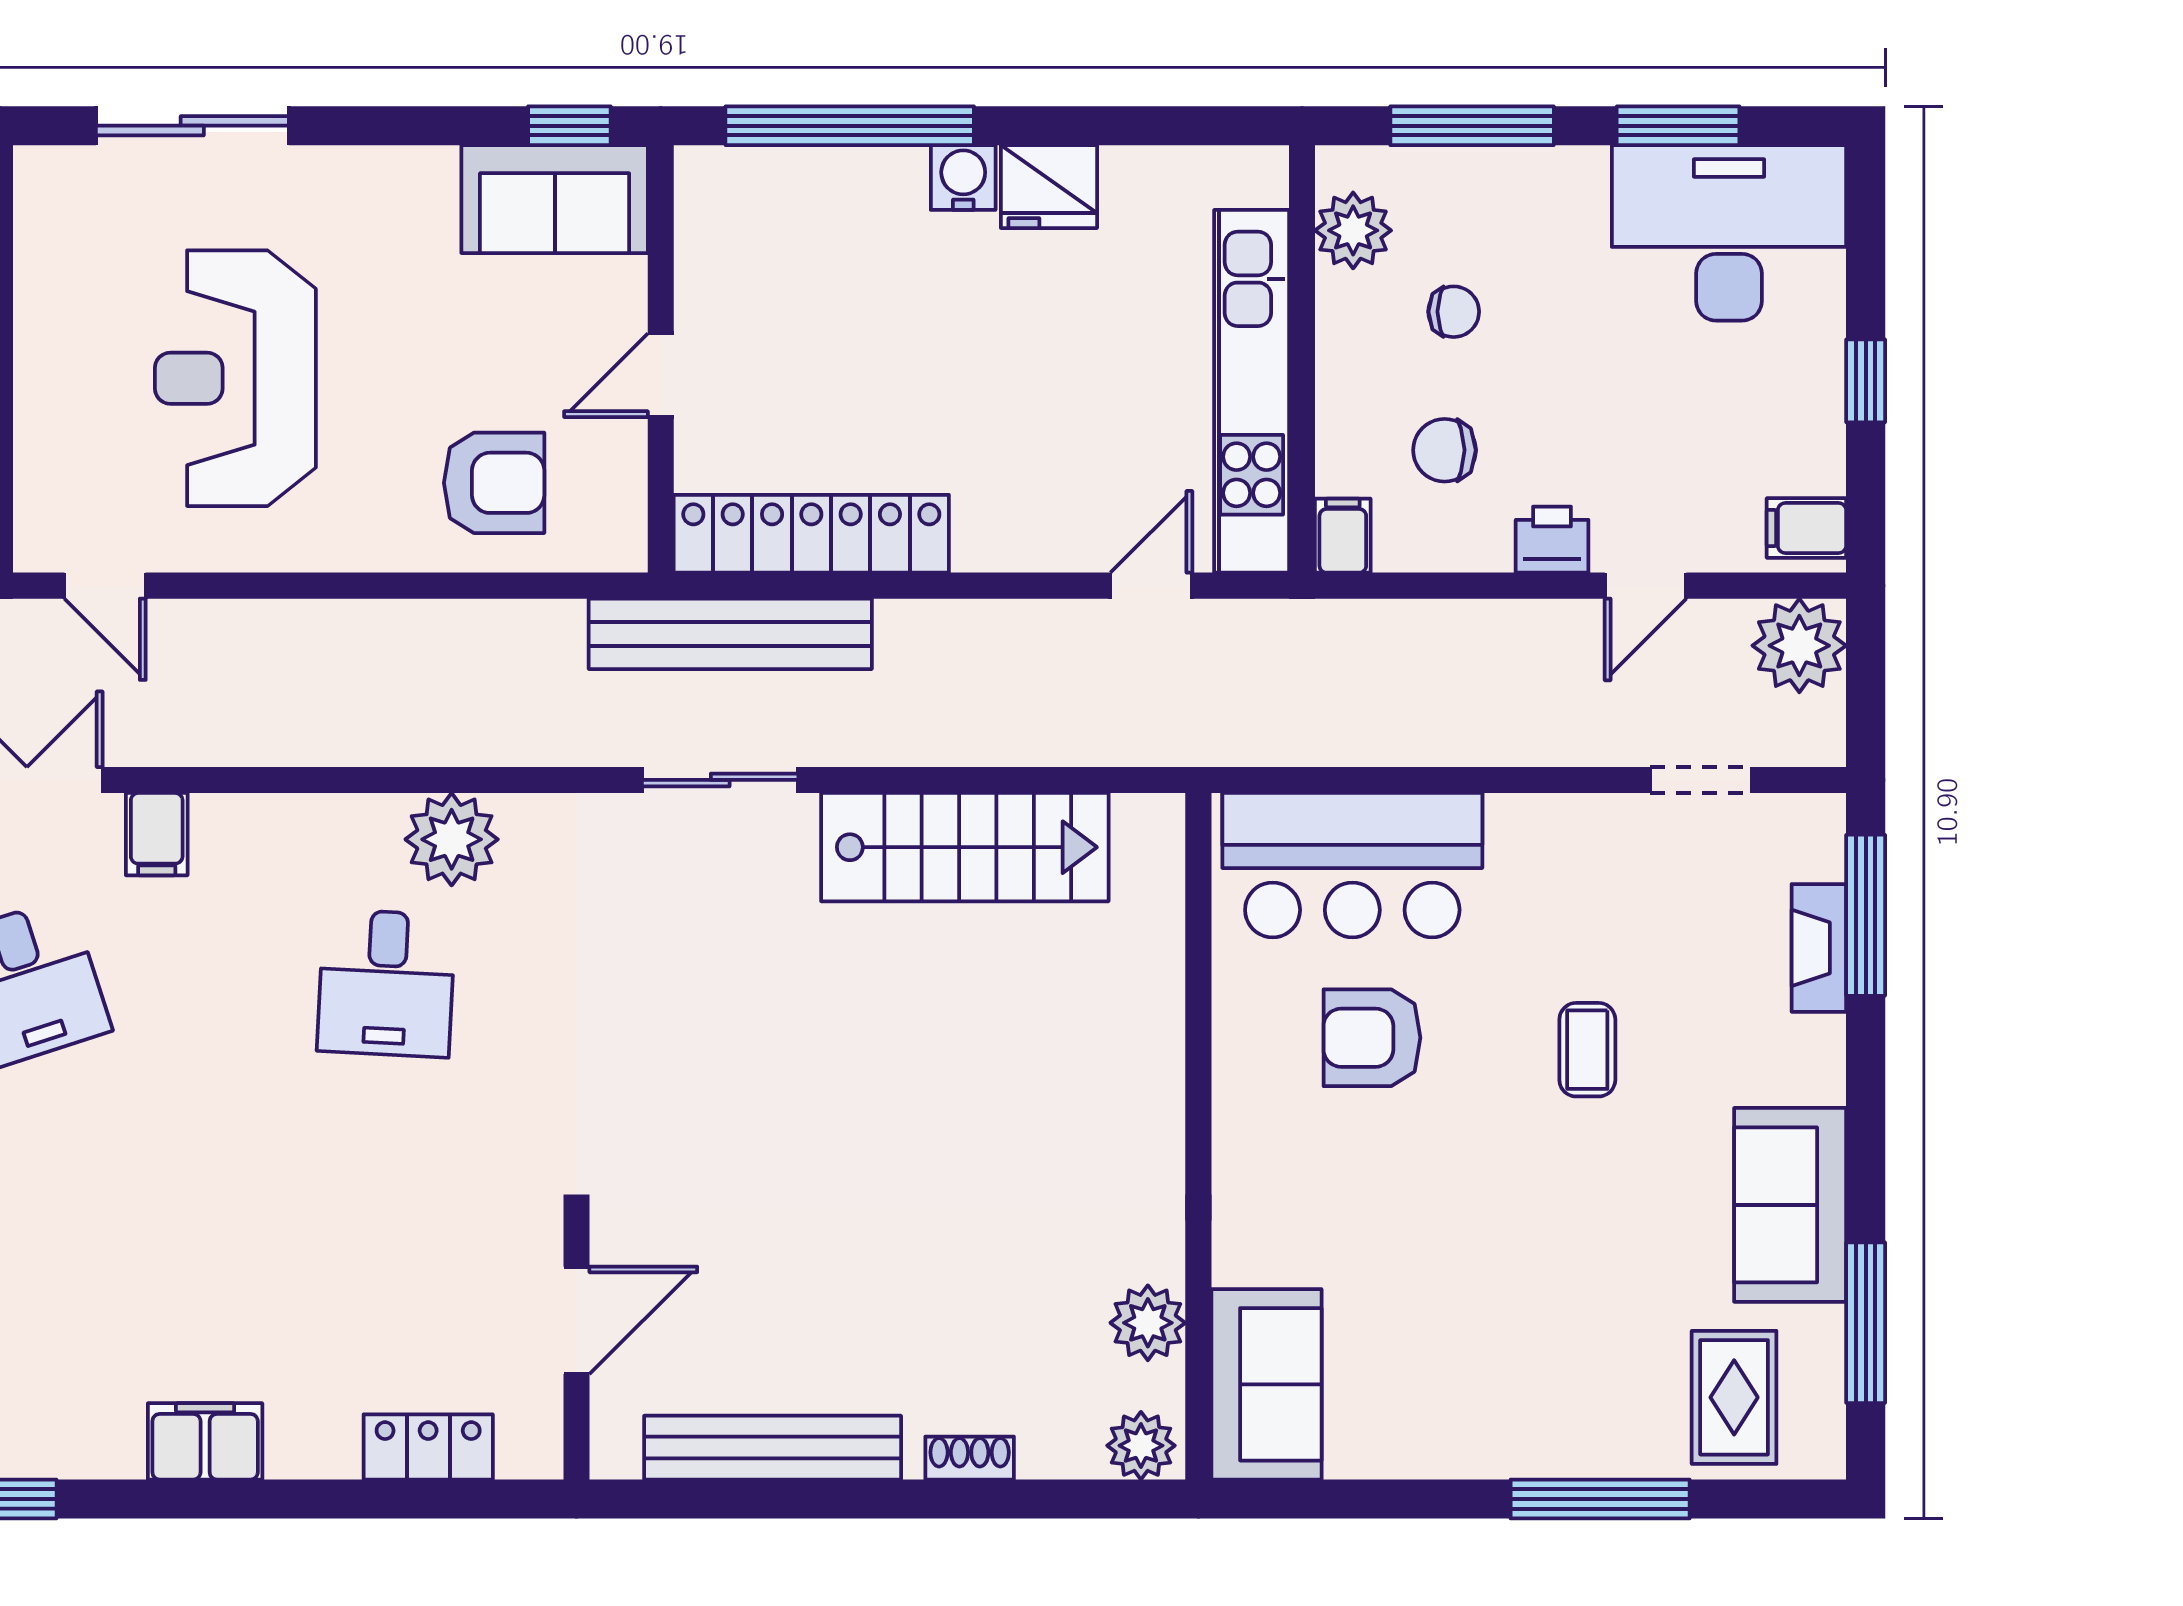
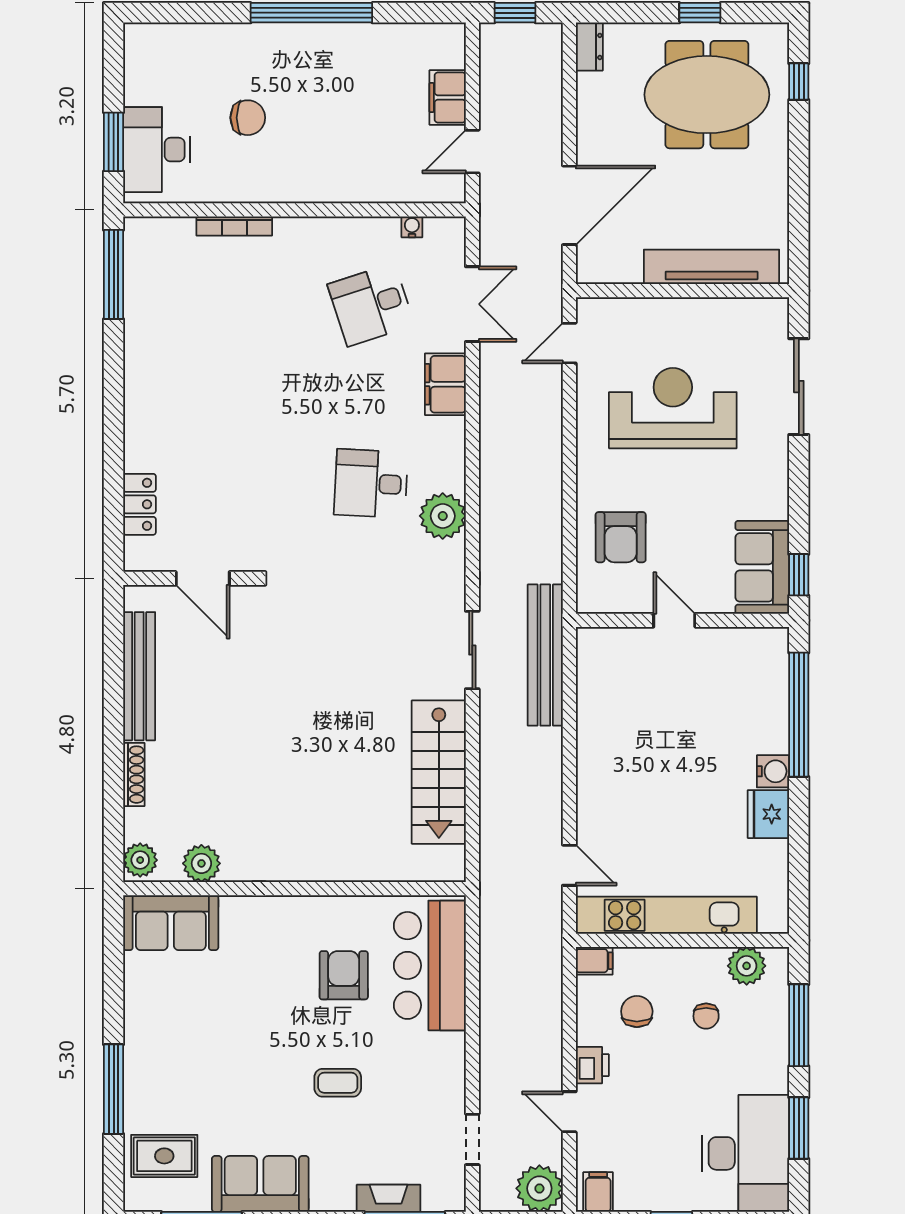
locker: (811, 534) -> (595, 696), removed
filing cabinet: (157, 834) -> (445, 384), width x2.00
filing cabinet: (205, 1441) -> (142, 393), removed
shoe rack: (970, 1458) -> (134, 775), width x1.43

